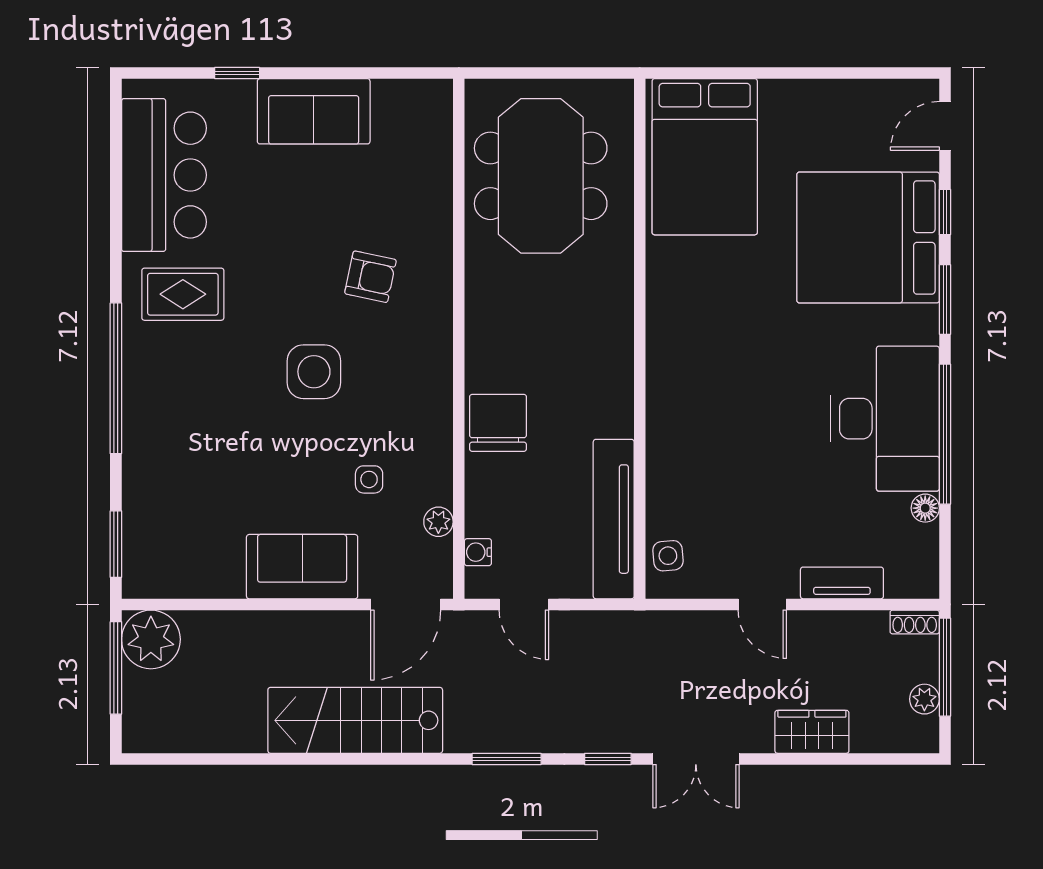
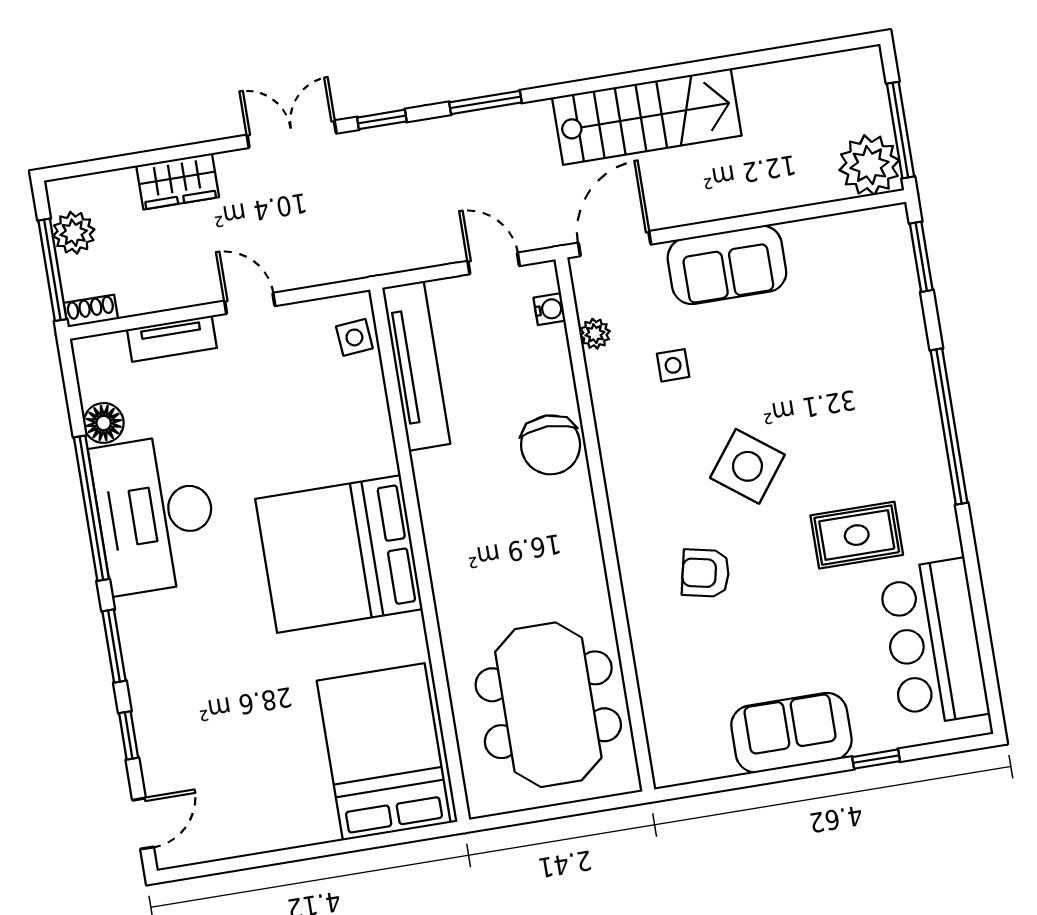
bed: (868, 237) -> (339, 554), moved, turned 180
rug: (183, 294) -> (857, 535), moved
side table: (314, 372) -> (747, 466), turned 37
floor lamp: (925, 508) -> (104, 423), width x1.37, depth x1.37
plant: (924, 699) -> (74, 233), width x1.38, depth x1.38

